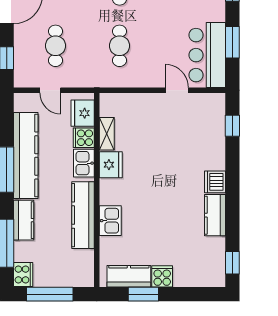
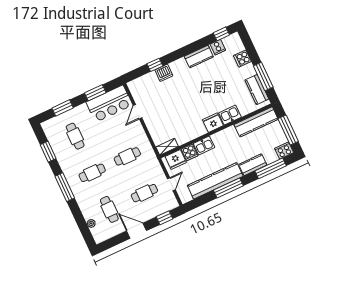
window: (232, 126) -> (155, 65), moved
shelving: (107, 134) -> (167, 147), moved
fridge: (111, 165) -> (213, 123), moved
dishwasher: (215, 182) -> (164, 73), moved
kitchen counter: (83, 215) -> (256, 122), moved
cooker: (216, 249) -> (218, 47), added
cooker: (162, 276) -> (242, 59), moved
window: (143, 294) -> (263, 76), width x1.44

